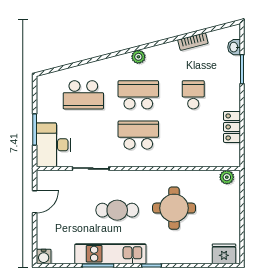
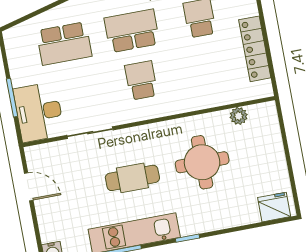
locker: (232, 127) -> (255, 49), width x1.53
school desk: (138, 135) -> (141, 80), width x0.54
plant: (227, 177) -> (239, 116), moved
door: (35, 202) -> (29, 187), hinge flipped

